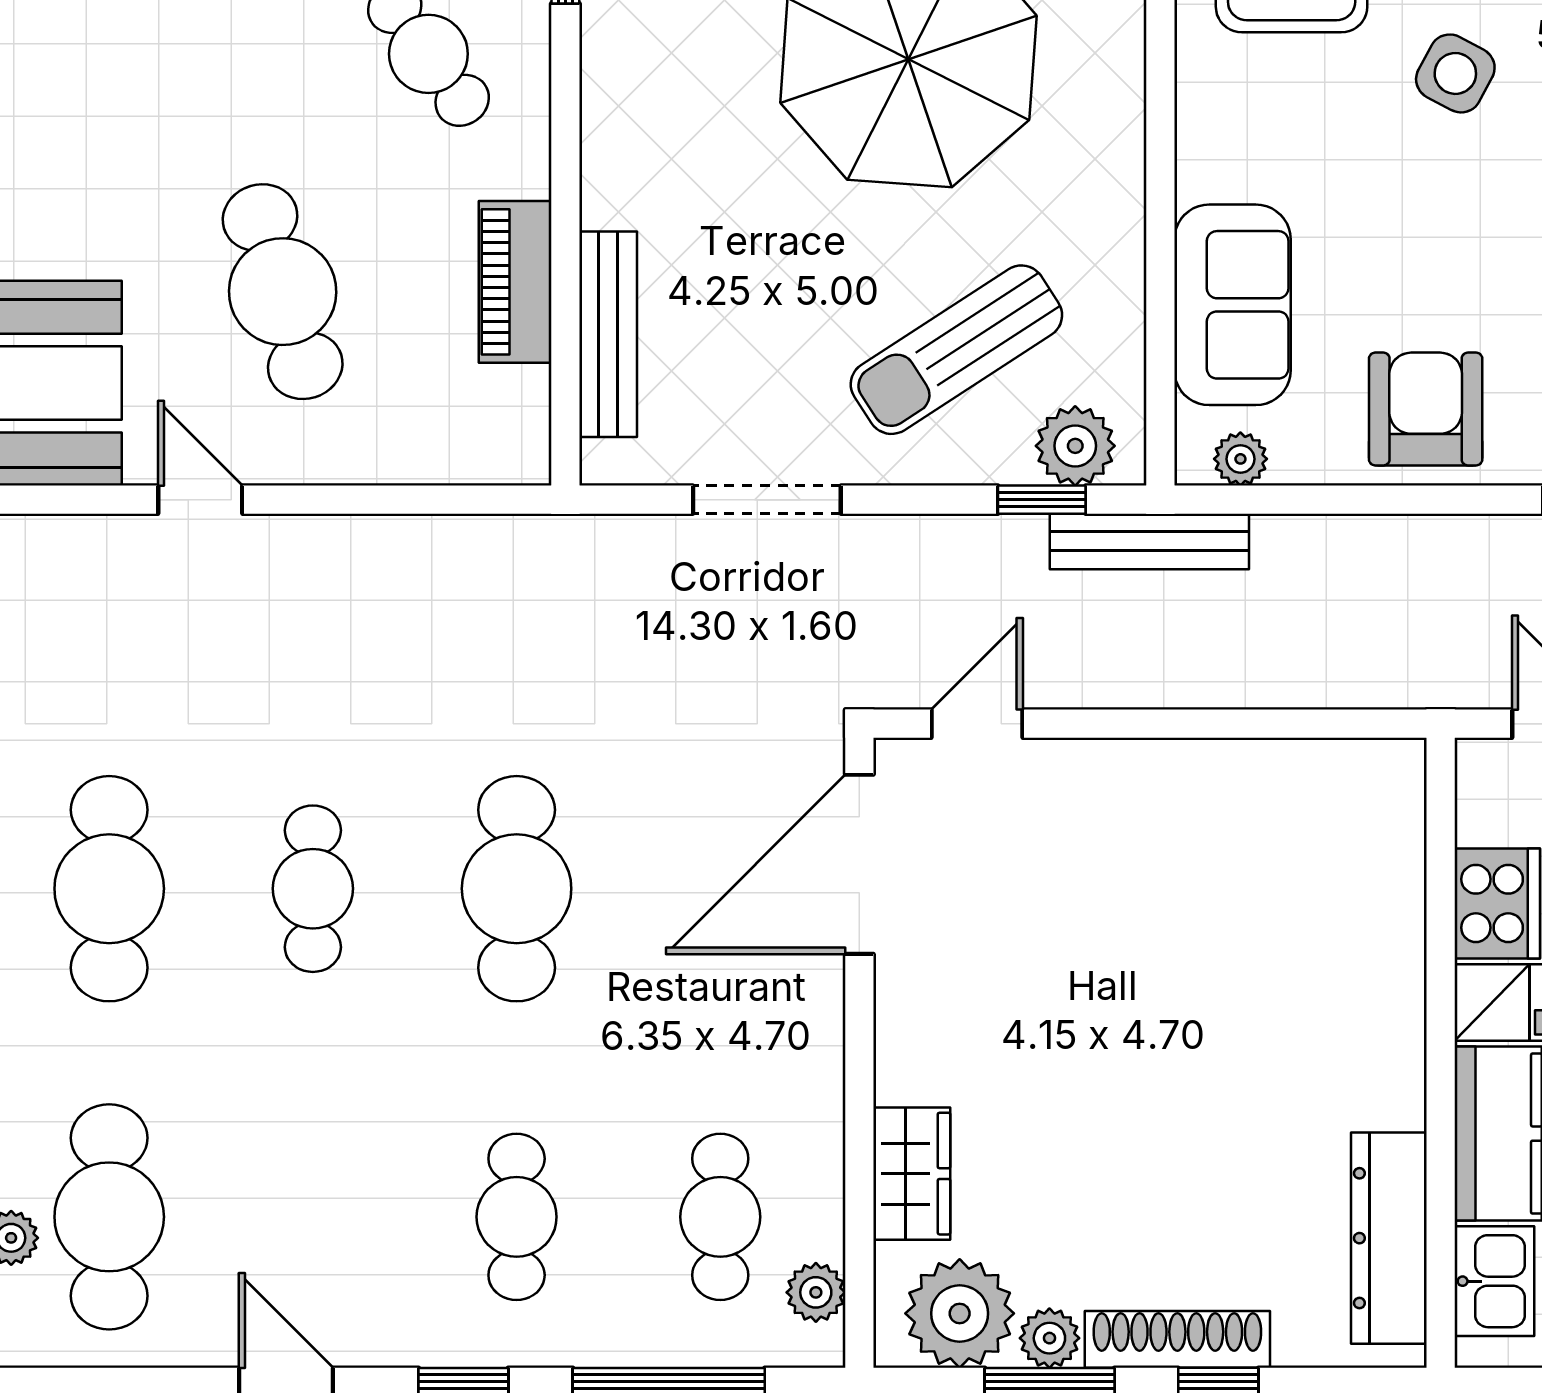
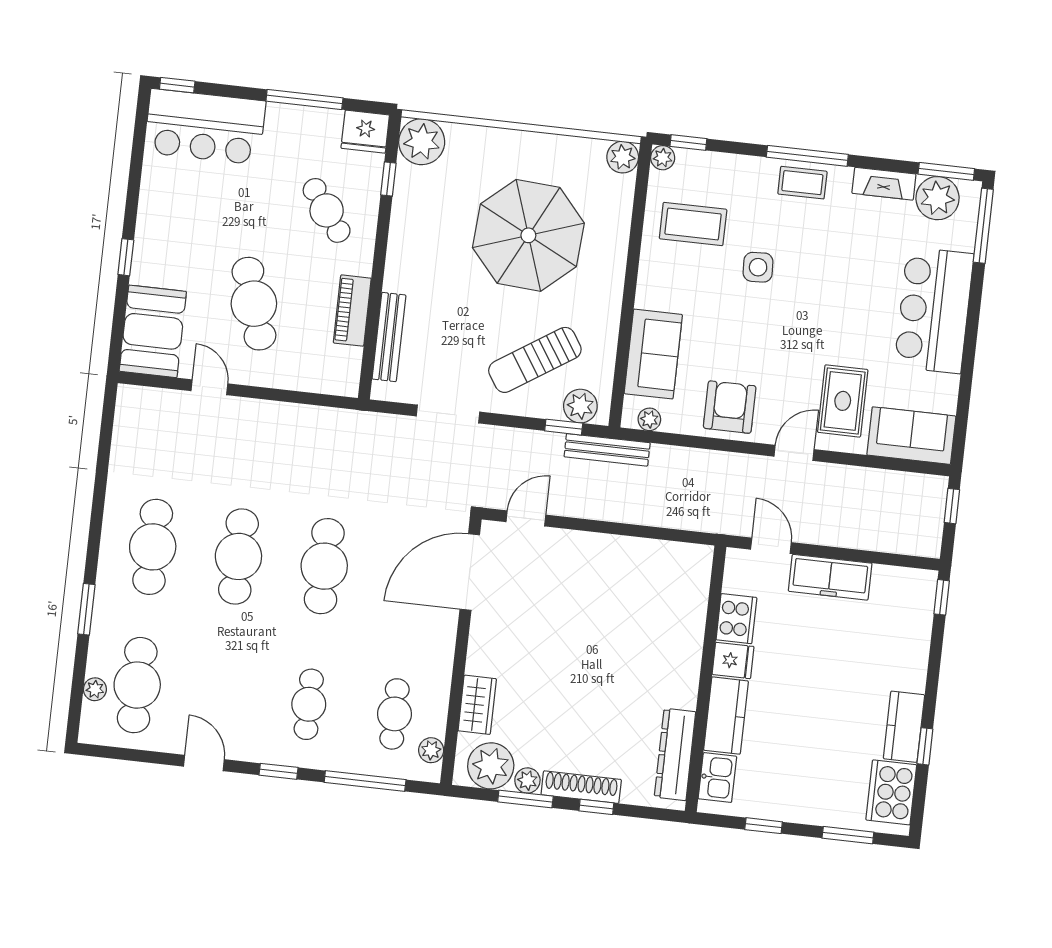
side table: (1455, 73) -> (758, 267), turned -31
cafe table: (313, 889) -> (238, 556), width x1.37, depth x1.35

